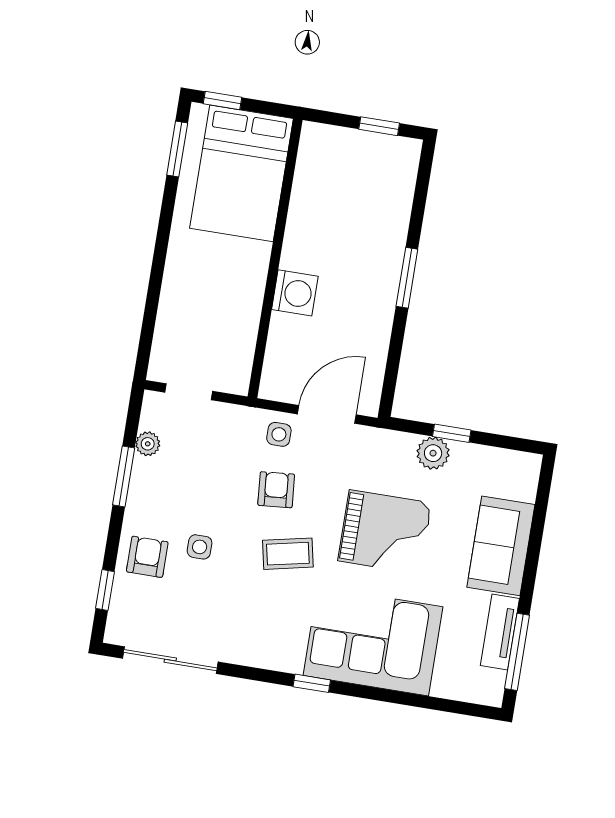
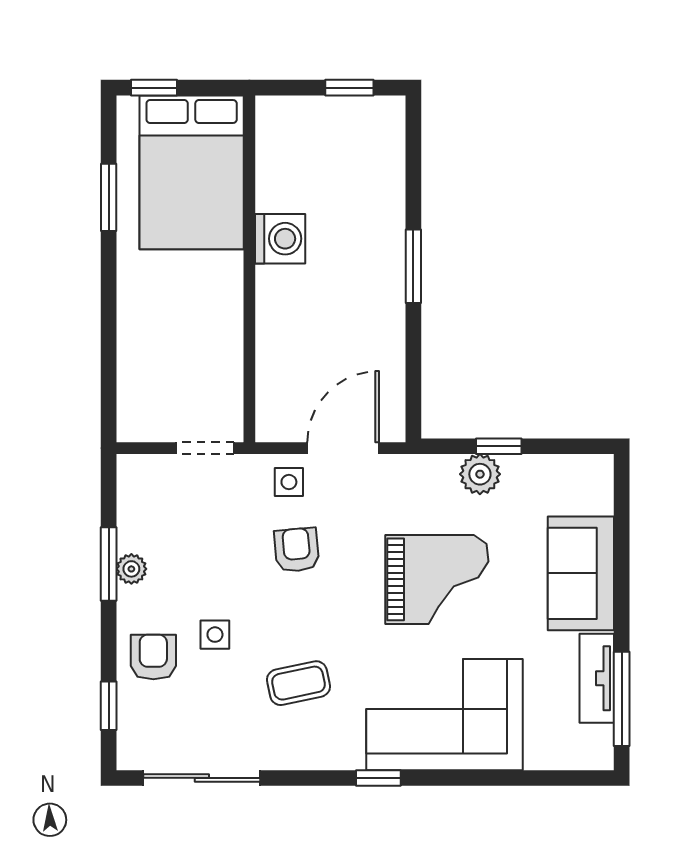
window: (177, 149) -> (109, 197), moved
washing machine: (295, 293) -> (280, 239), moved
doorway: (189, 392) -> (205, 448), moved
plant: (148, 444) -> (131, 569), moved
coffee table: (288, 554) -> (298, 683), moved

